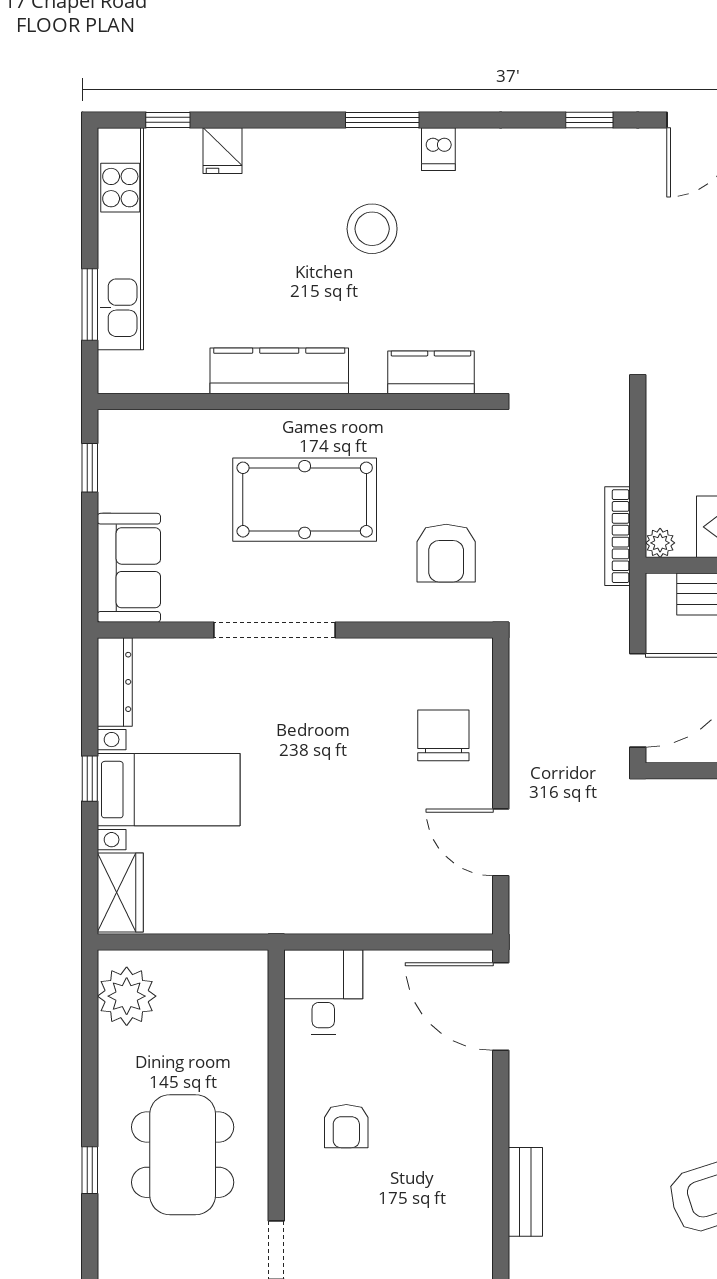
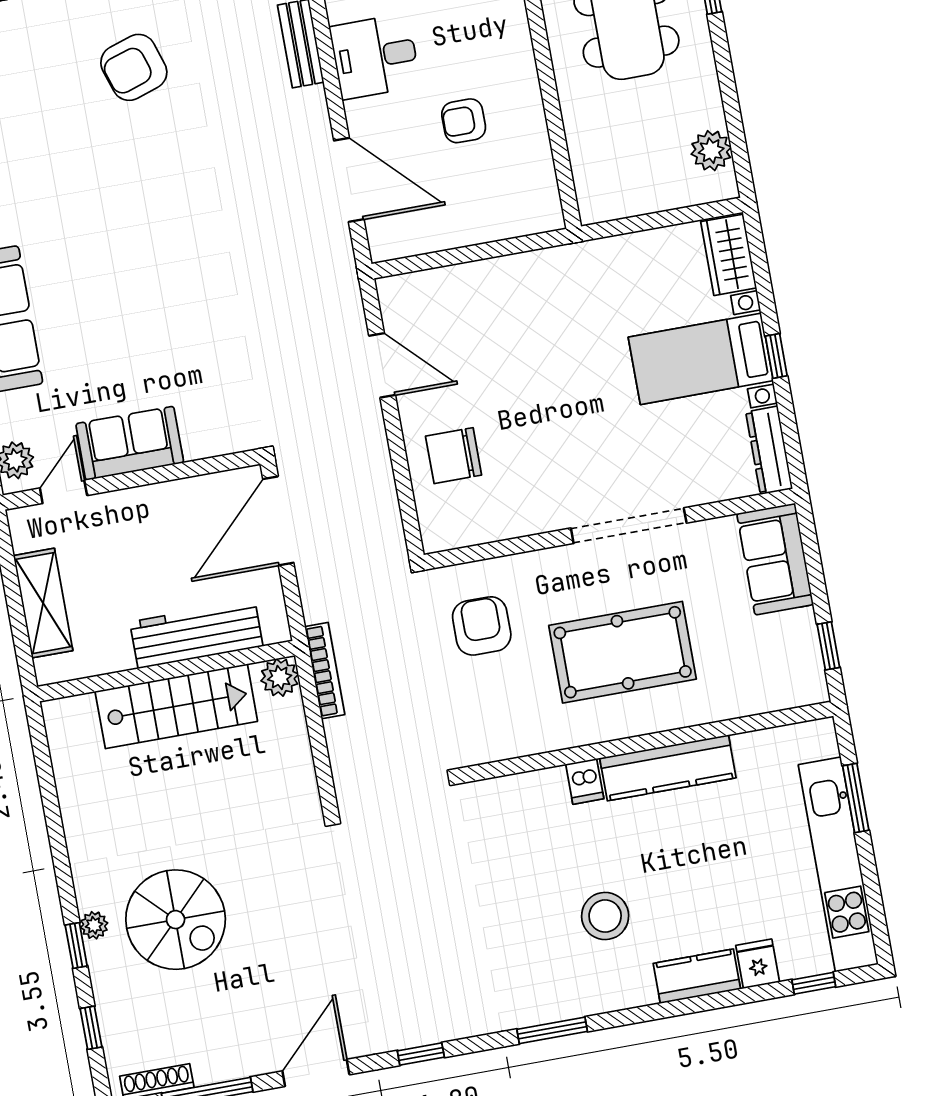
window: (382, 120) -> (552, 1030), moved
dishwasher: (438, 149) -> (585, 781), moved, turned 180
kitchen counter: (431, 372) -> (697, 976), moved, turned 180
plant: (660, 543) -> (280, 677), width x1.38, depth x1.38
chair: (443, 735) -> (454, 456), turned 90
desk: (323, 992) -> (375, 56), moved, turned 90
plant: (127, 996) -> (711, 151), width x0.73, depth x0.73
door: (501, 1007) -> (349, 180), moved
armchair: (346, 1126) -> (464, 121), moved, turned -90

